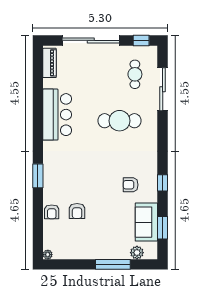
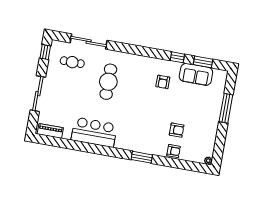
sliding door: (91, 40) -> (38, 94), width x0.73
window: (163, 183) -> (177, 57), moved
plant: (137, 253) -> (220, 87), removed

